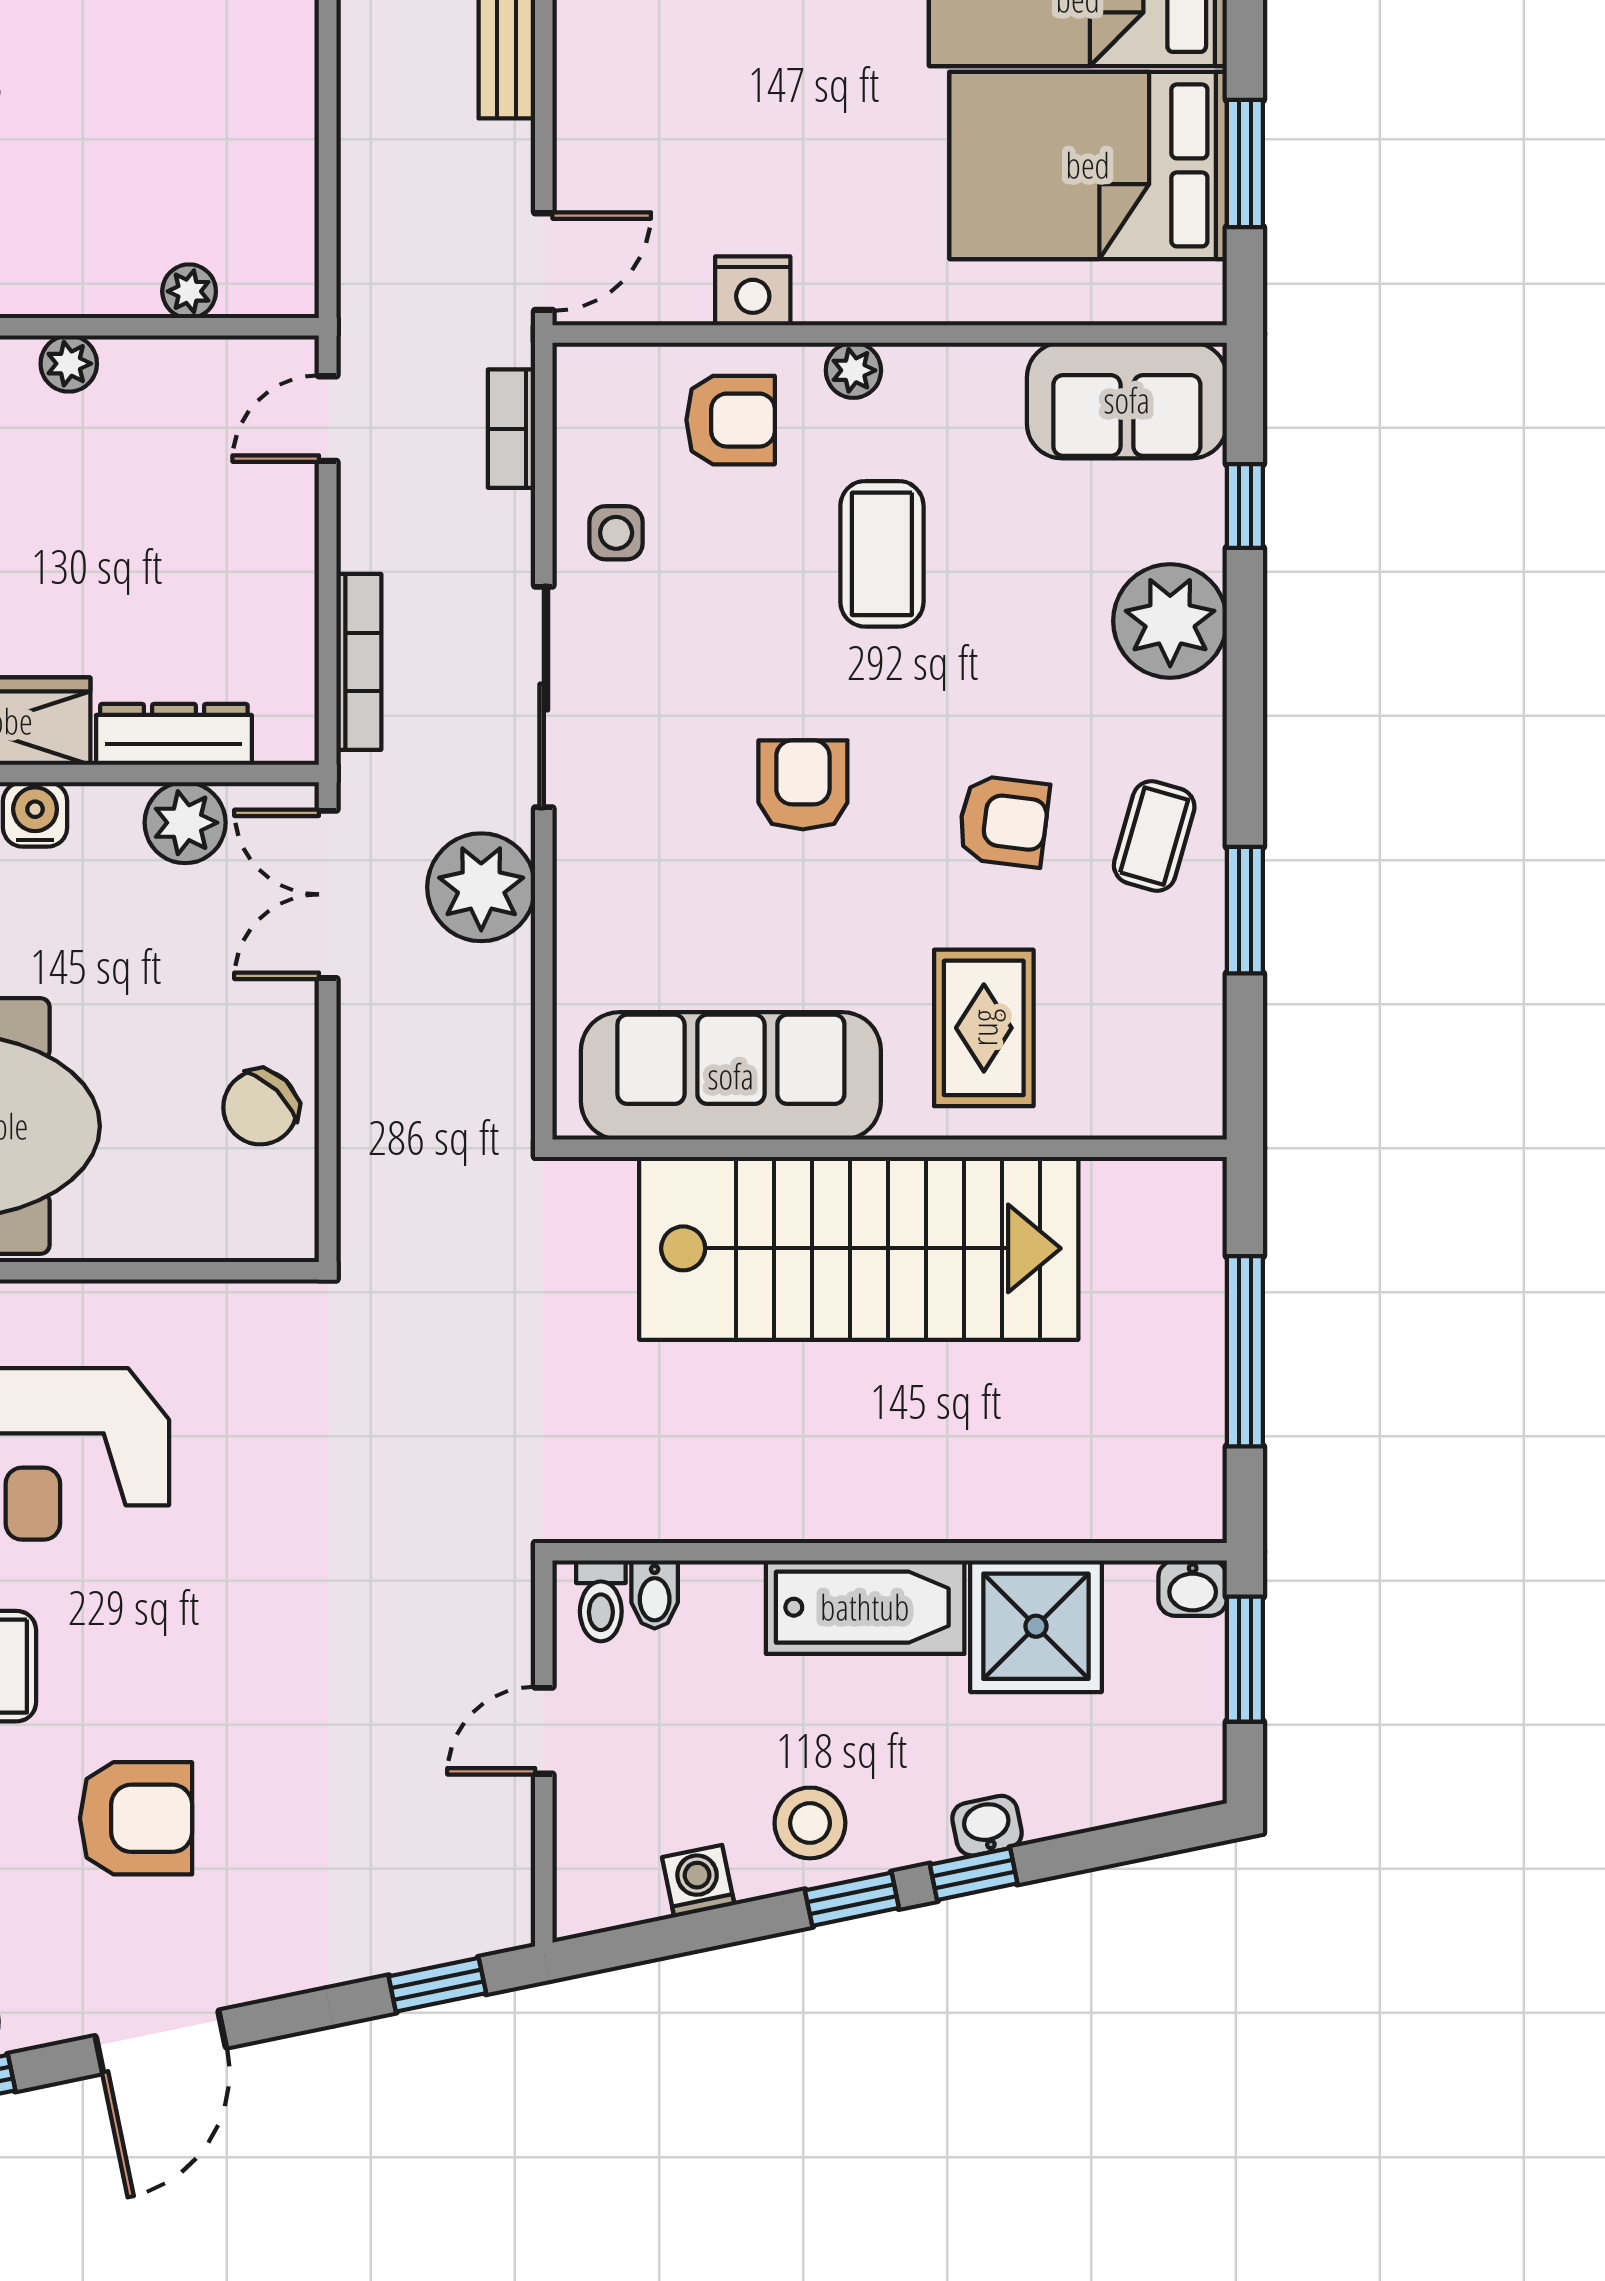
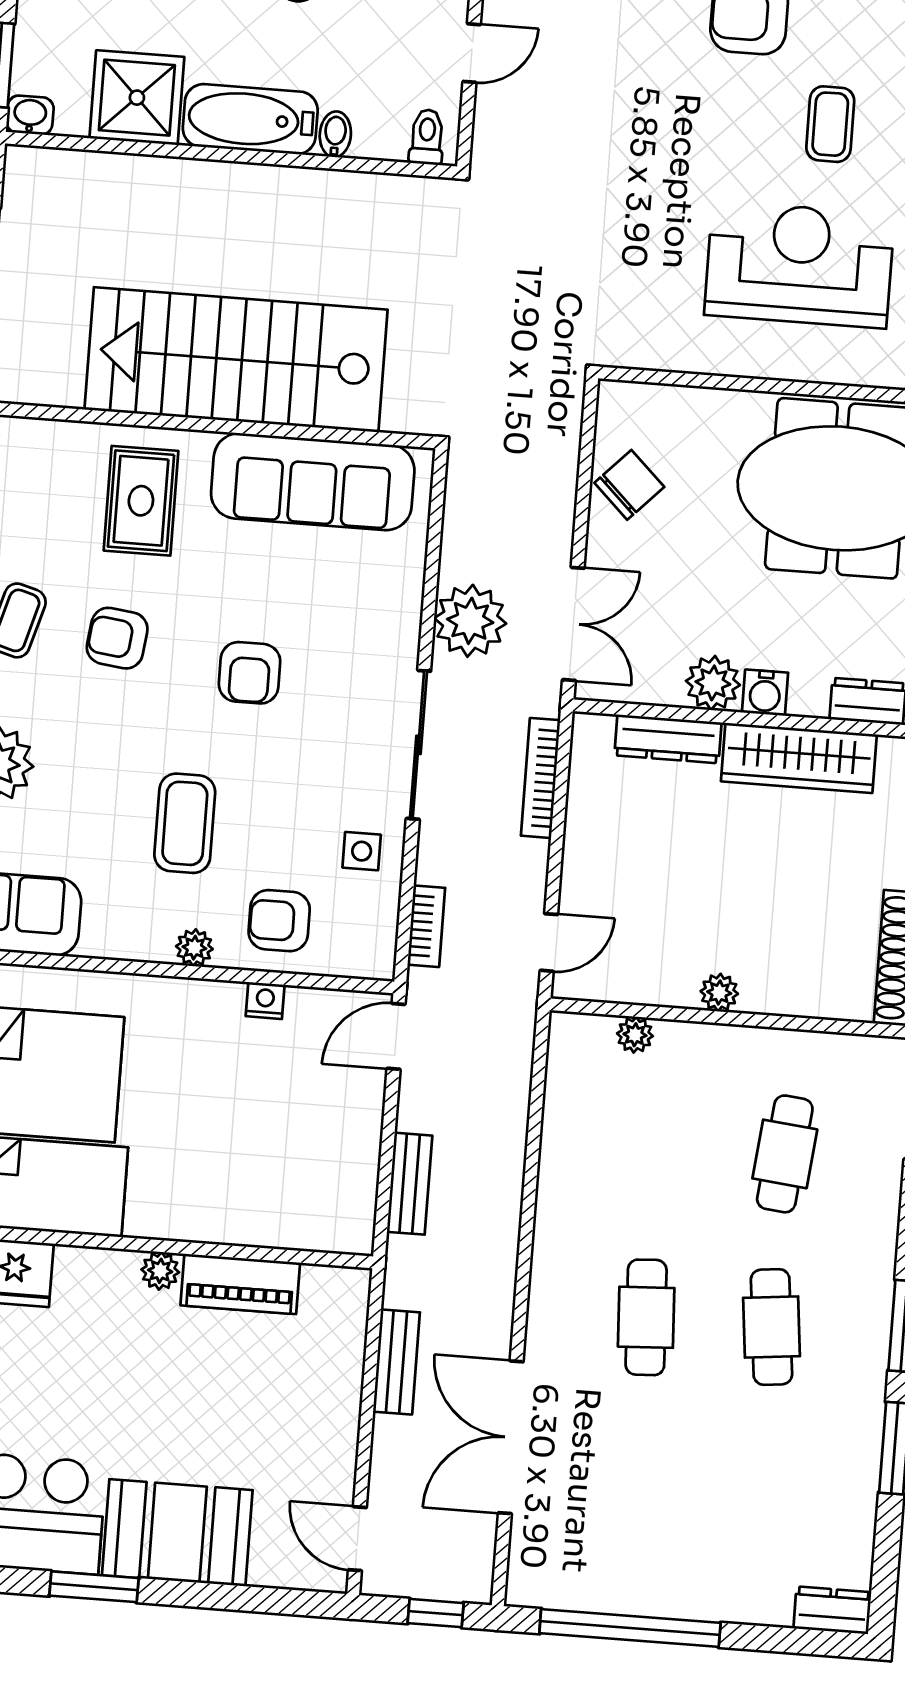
nightstand: (753, 291) -> (265, 1001), width x0.72, depth x0.74
plant: (185, 823) -> (713, 683), moved
bidet: (655, 1594) -> (335, 134), moved

